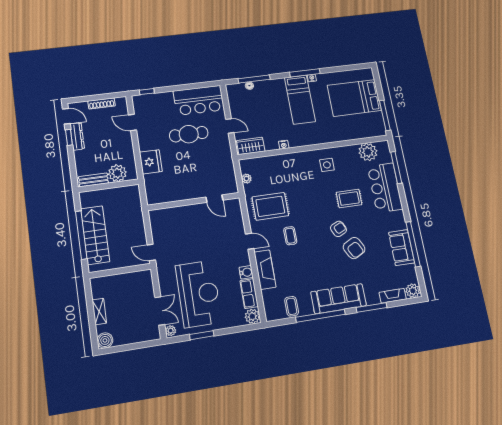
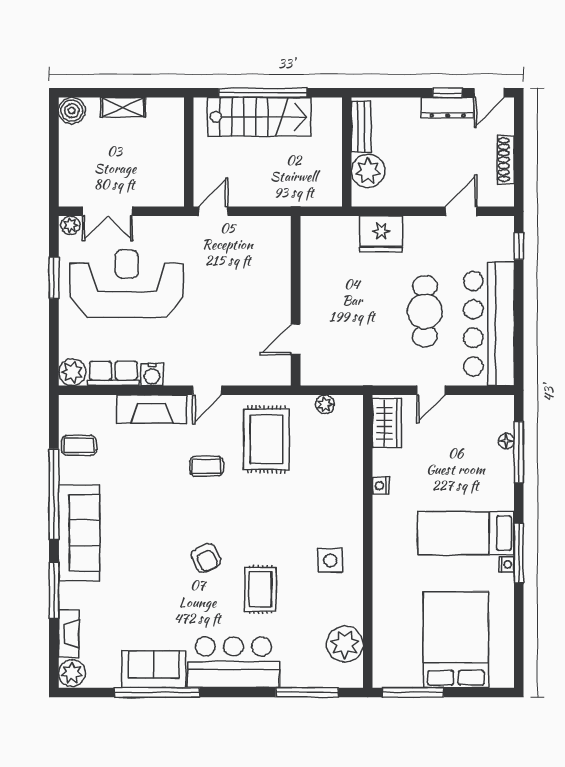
bar counter: (199, 100) -> (489, 324), width x1.36
bar counter: (385, 188) -> (233, 662), moved
armchair: (354, 248) -> (166, 580), removed
reception desk: (199, 294) -> (127, 284), turned 180

